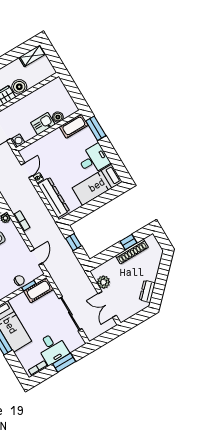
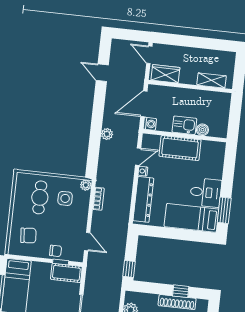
shelving: (32, 56) -> (212, 80), moved
boiler: (19, 87) -> (188, 76), removed
cot: (74, 126) -> (180, 148), moved, width x1.37, depth x1.34
window: (96, 128) -> (224, 210), moved
window: (73, 242) -> (129, 269), moved
door: (36, 257) -> (87, 242), hinge flipped

